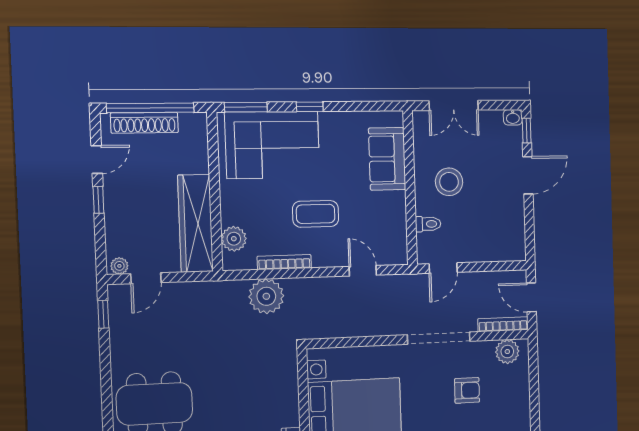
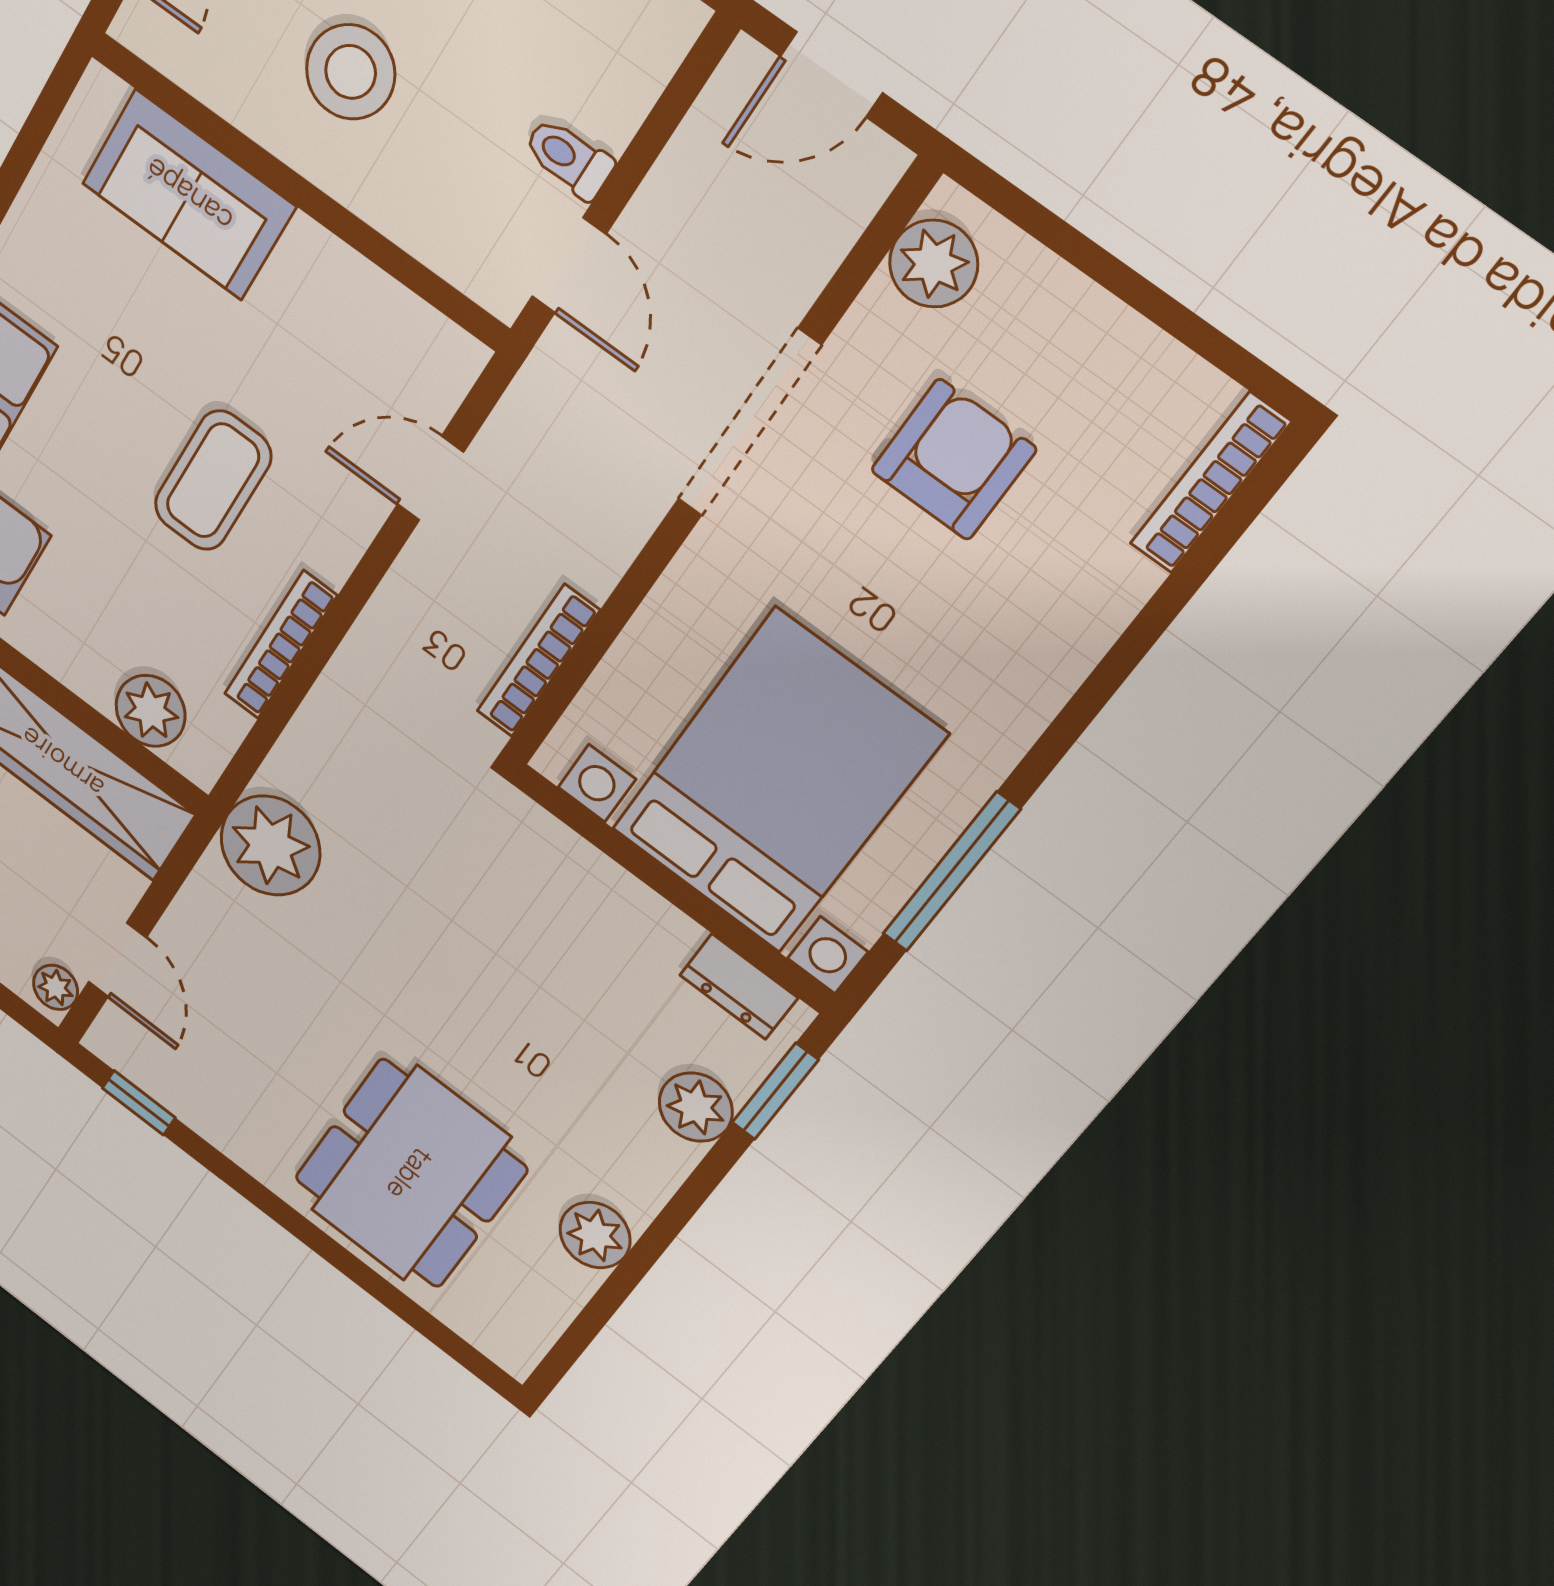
toilet: (428, 224) -> (569, 158), moved, turned -90
plant: (266, 296) -> (270, 846), moved
bookcase: (503, 324) -> (538, 661), moved
armchair: (467, 390) -> (953, 460), width x1.38, depth x1.38

